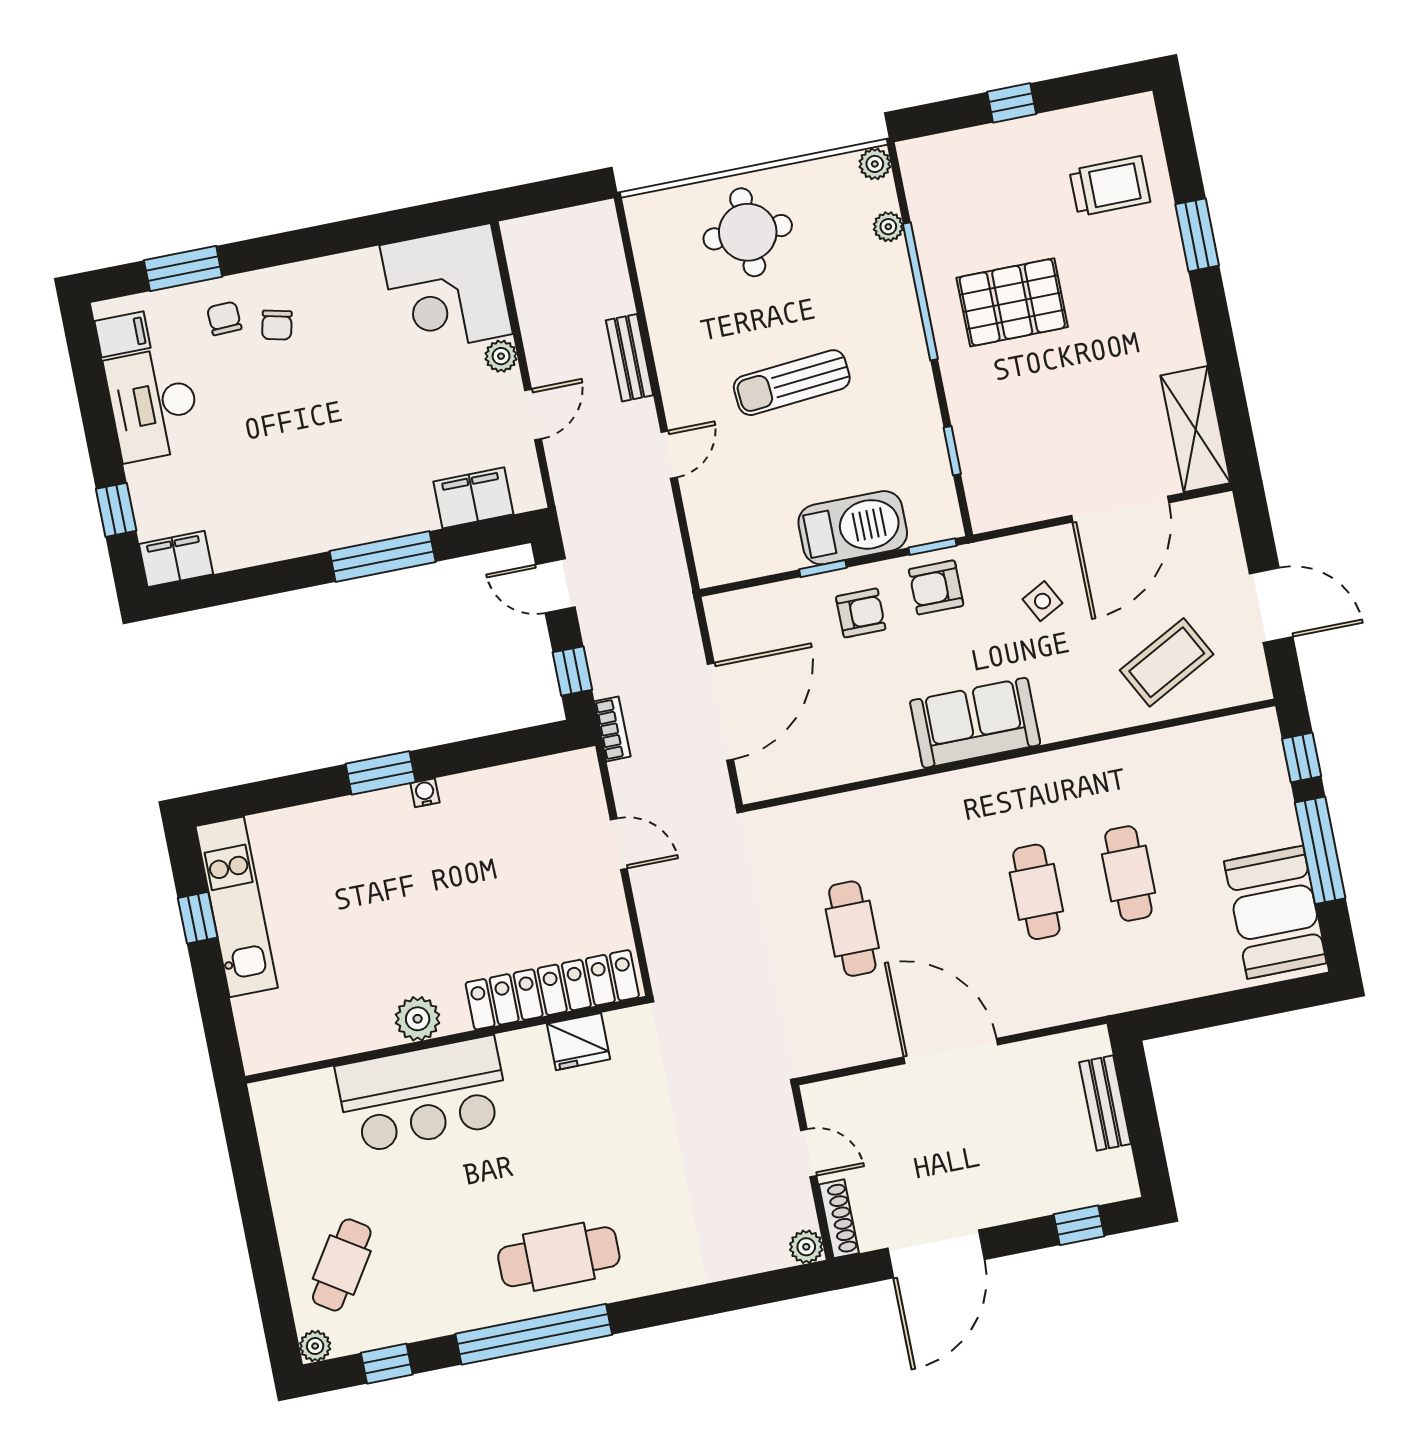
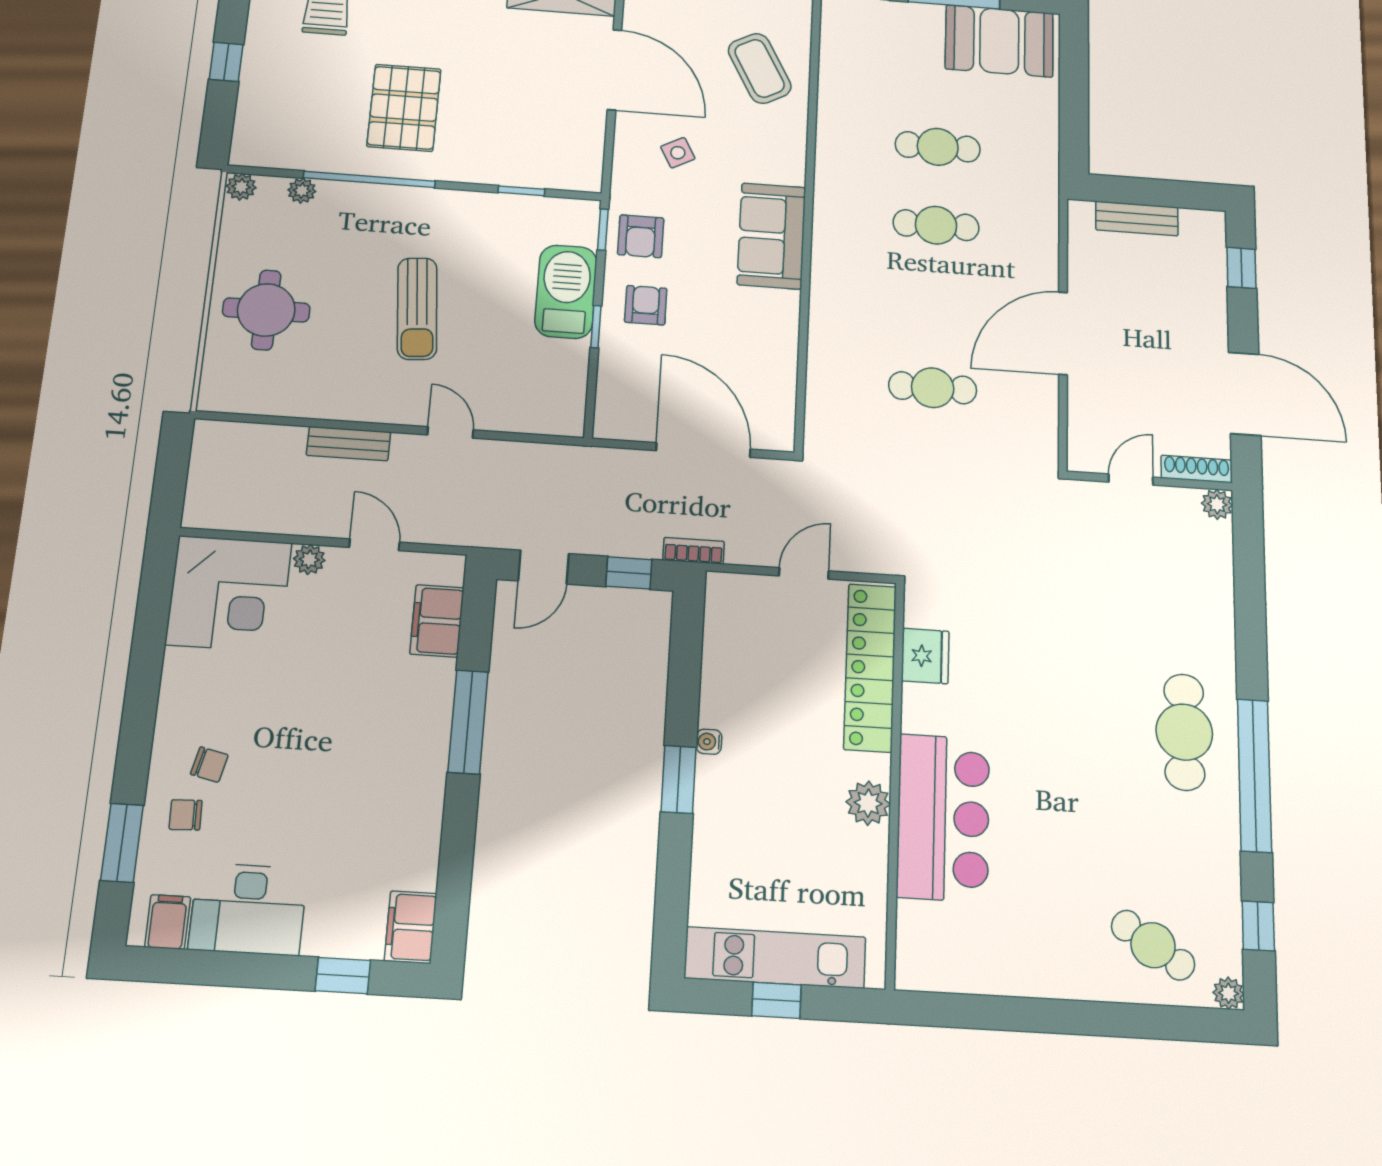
locker: (552, 990) -> (870, 667), moved
plant: (418, 1019) -> (868, 803), moved
wall: (446, 1040) -> (895, 781), moved
fridge: (578, 1042) -> (925, 656), moved
bar counter: (423, 1095) -> (943, 818), moved

